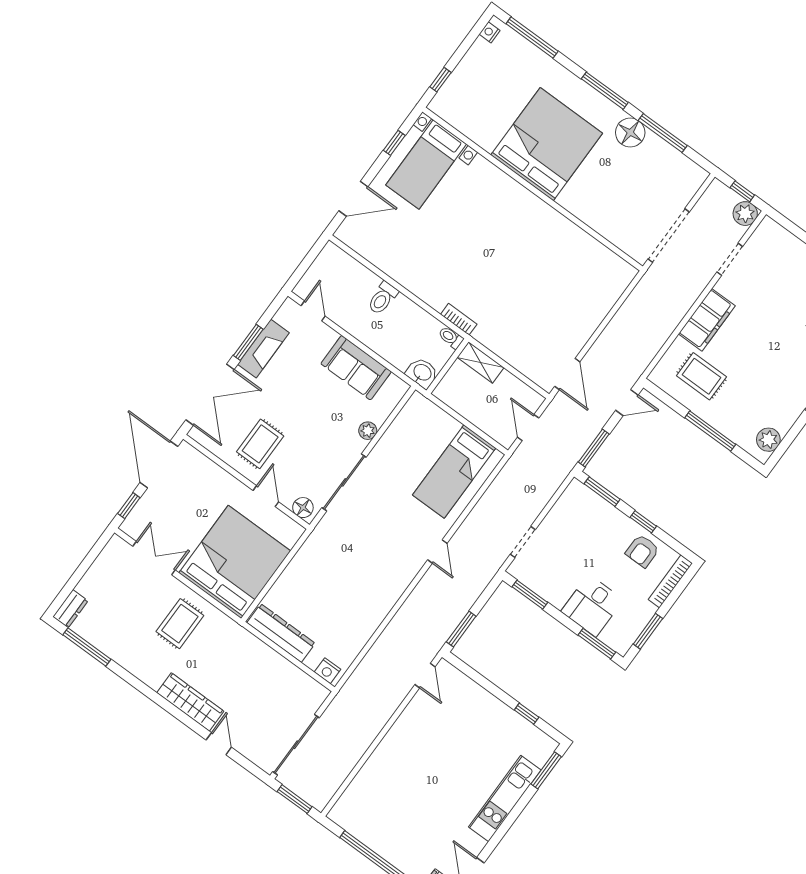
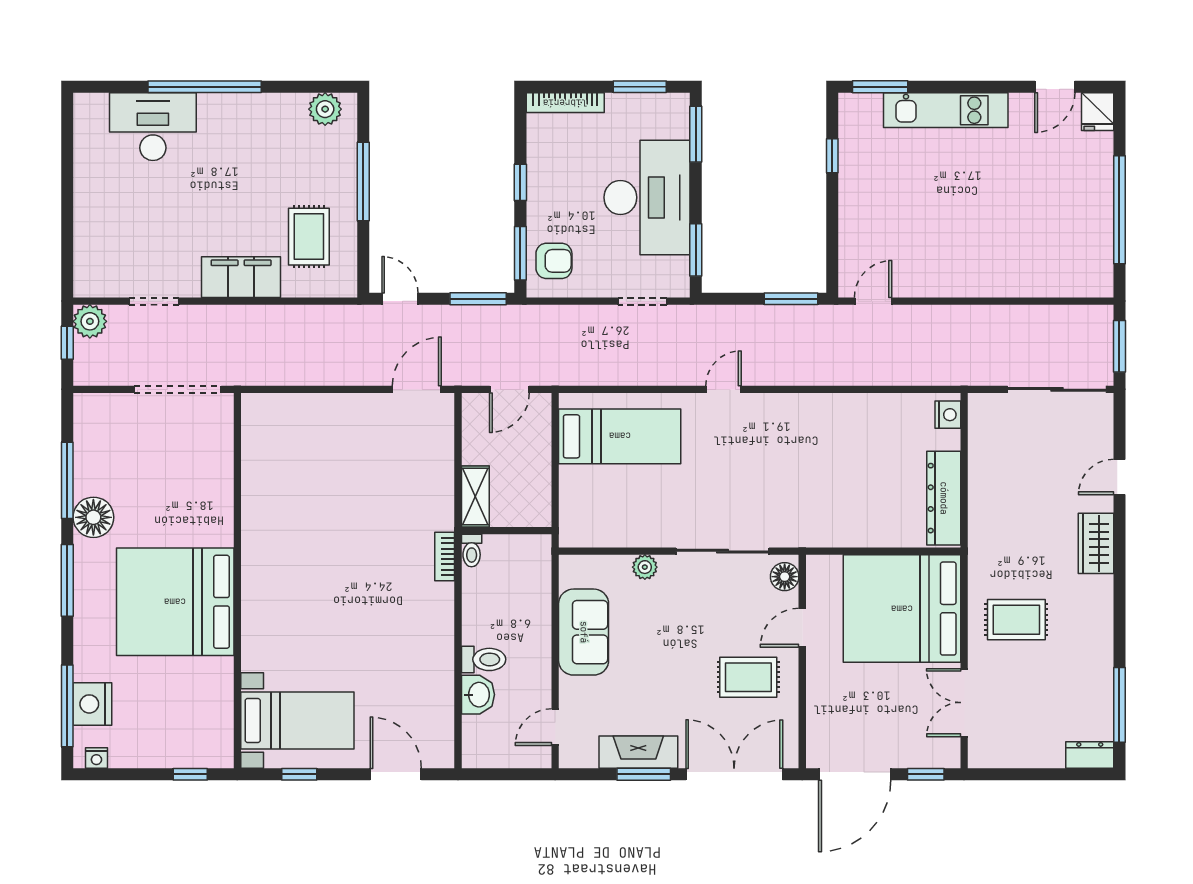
nightstand: (523, 53) -> (92, 704), added
washbasin: (422, 373) -> (478, 695), moved, turned 180
armchair: (642, 551) -> (554, 261), moved
desk: (592, 606) -> (647, 197), width x1.87, depth x1.30
wardrobe: (190, 702) -> (1096, 543), width x0.67

